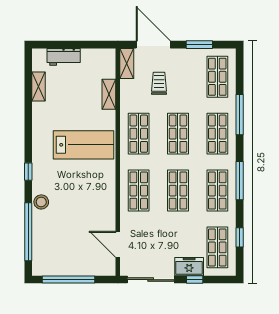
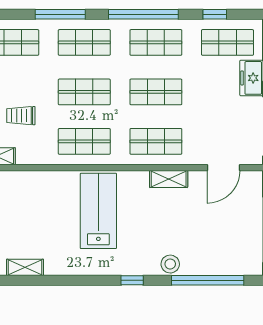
shelving: (109, 94) -> (169, 179), moved
window: (240, 181) -> (143, 14), width x1.46

